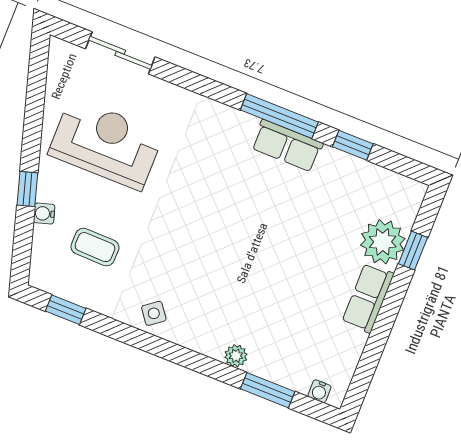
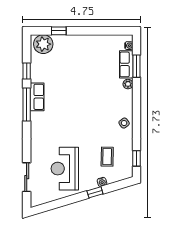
plant: (383, 242) -> (43, 44), moved
row of seats: (368, 298) -> (126, 64), moved, turned 90

